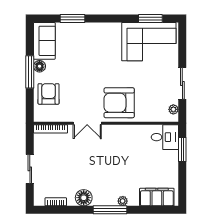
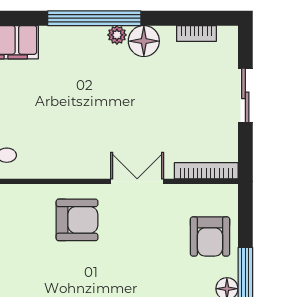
armchair: (119, 103) -> (77, 220), width x0.73, depth x0.73
plant: (123, 201) -> (117, 35), moved
window: (110, 210) -> (94, 18), width x1.46

